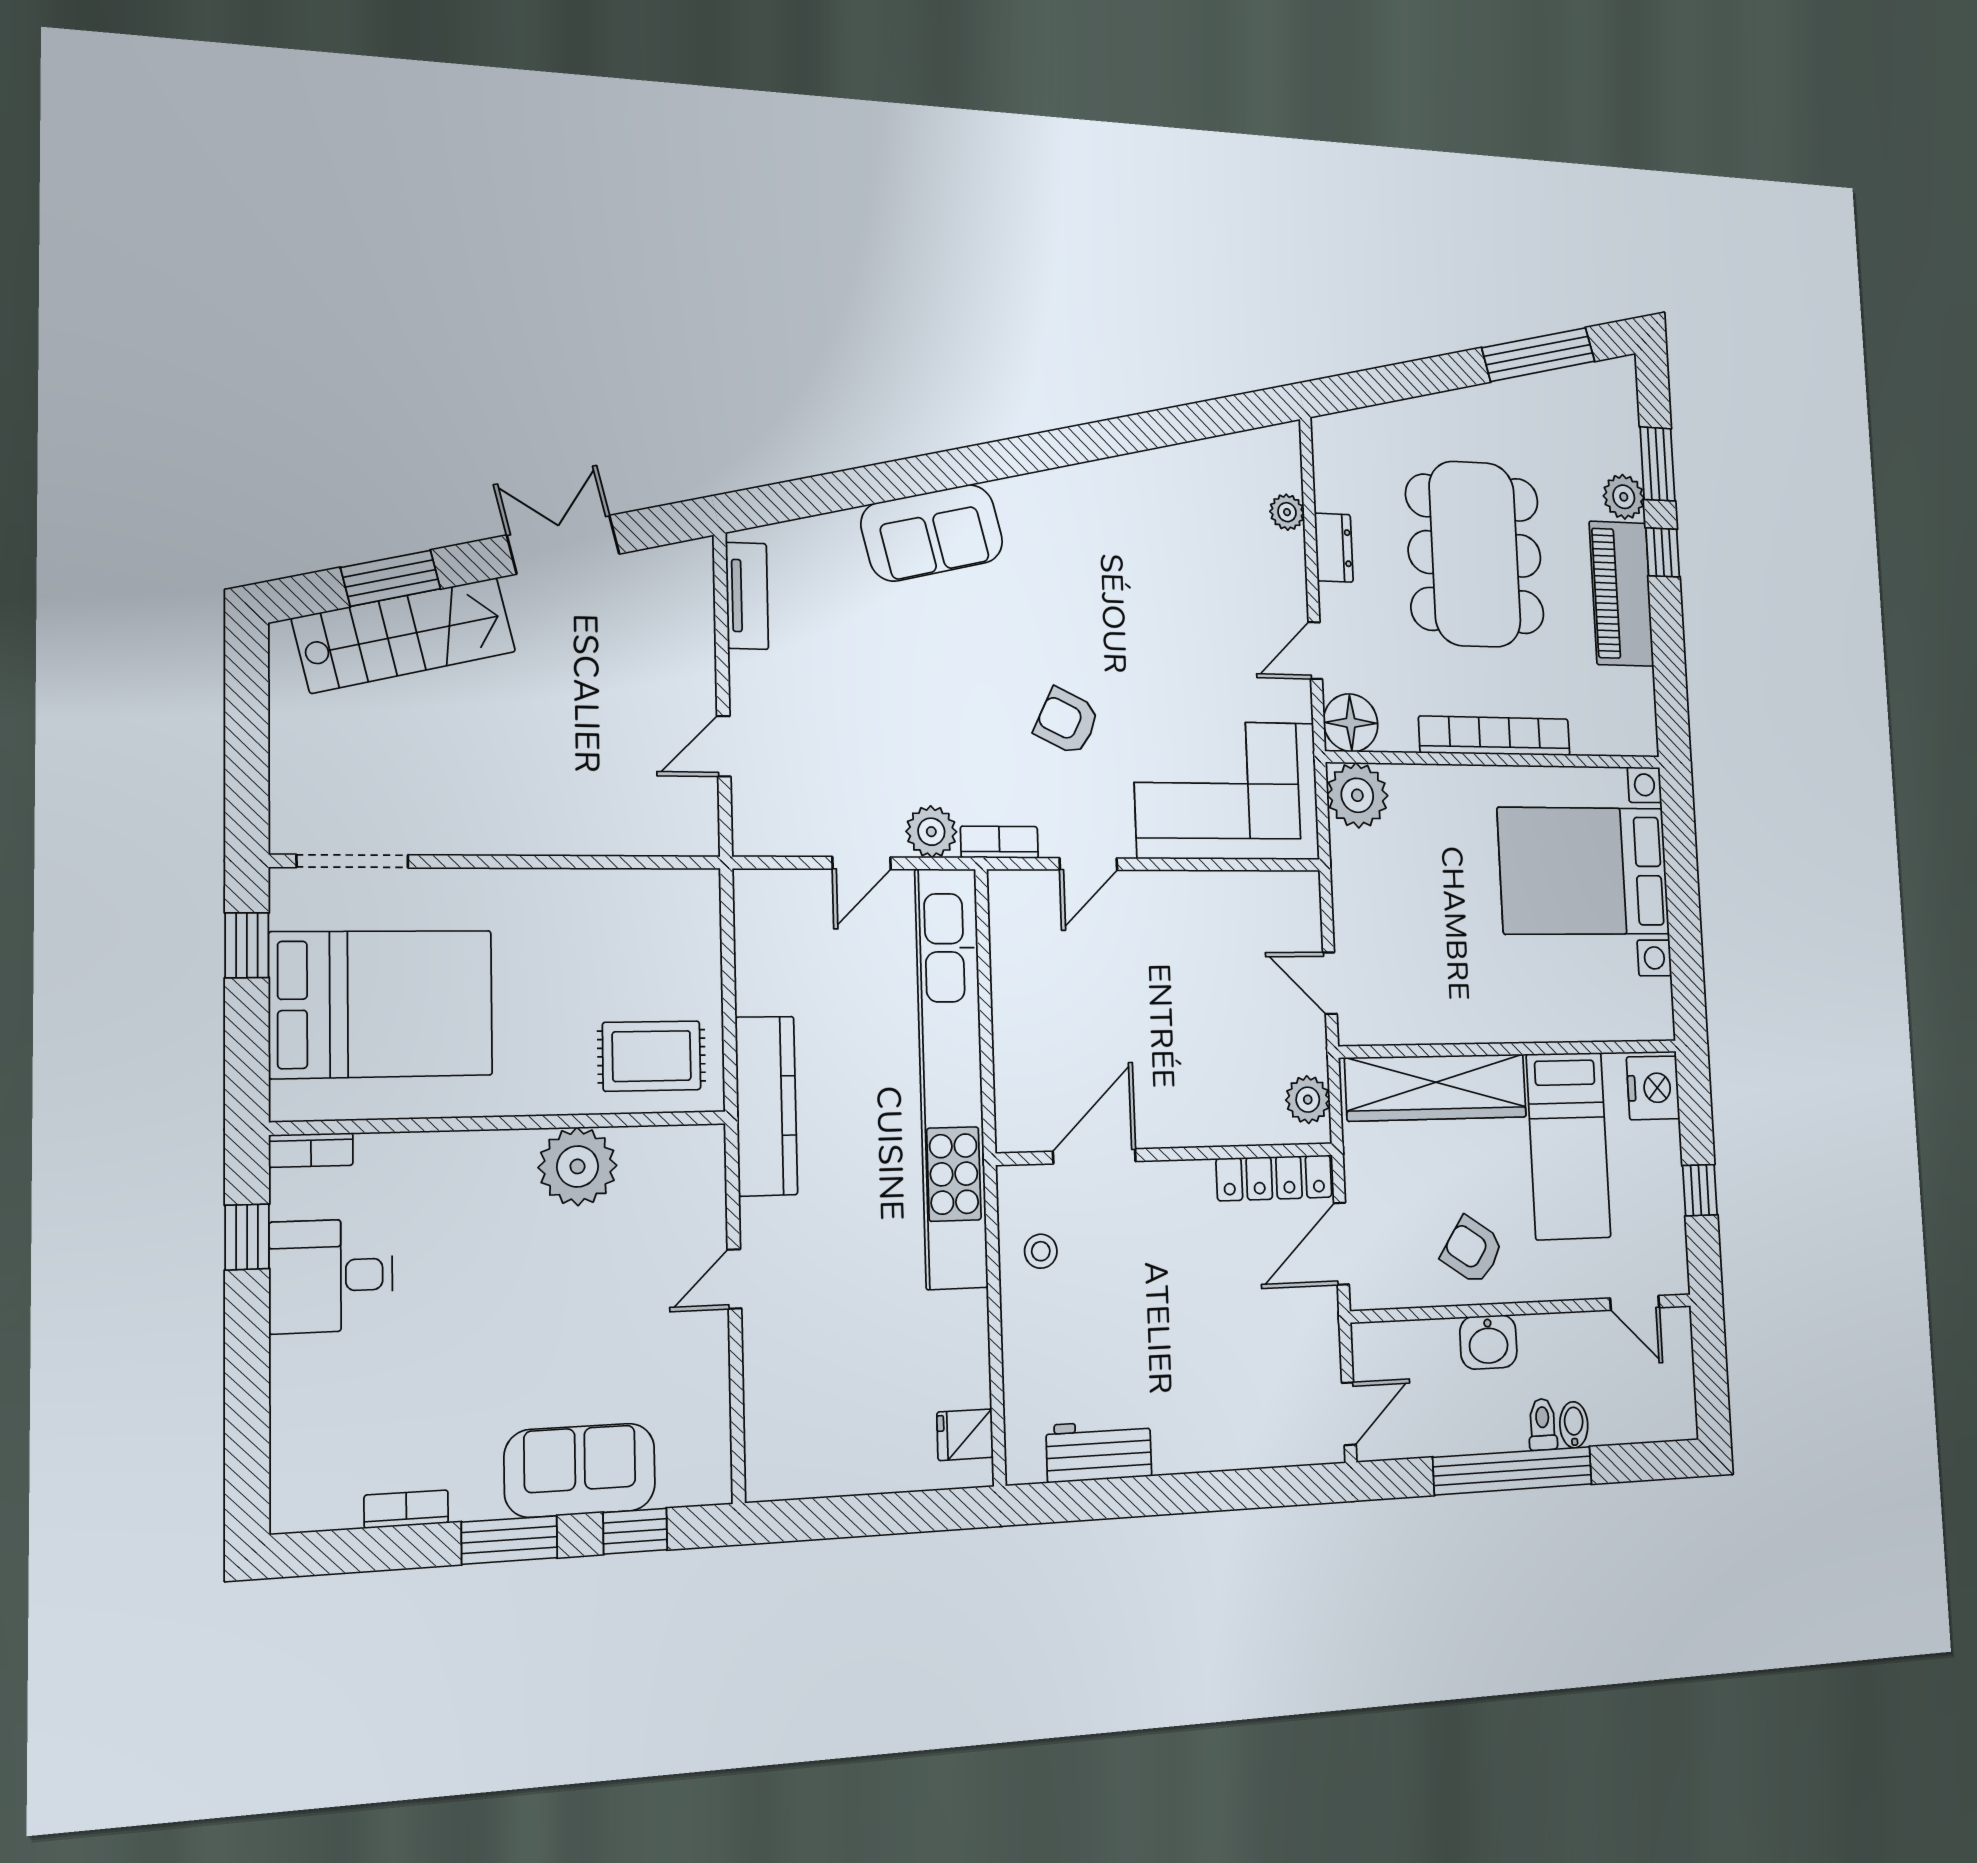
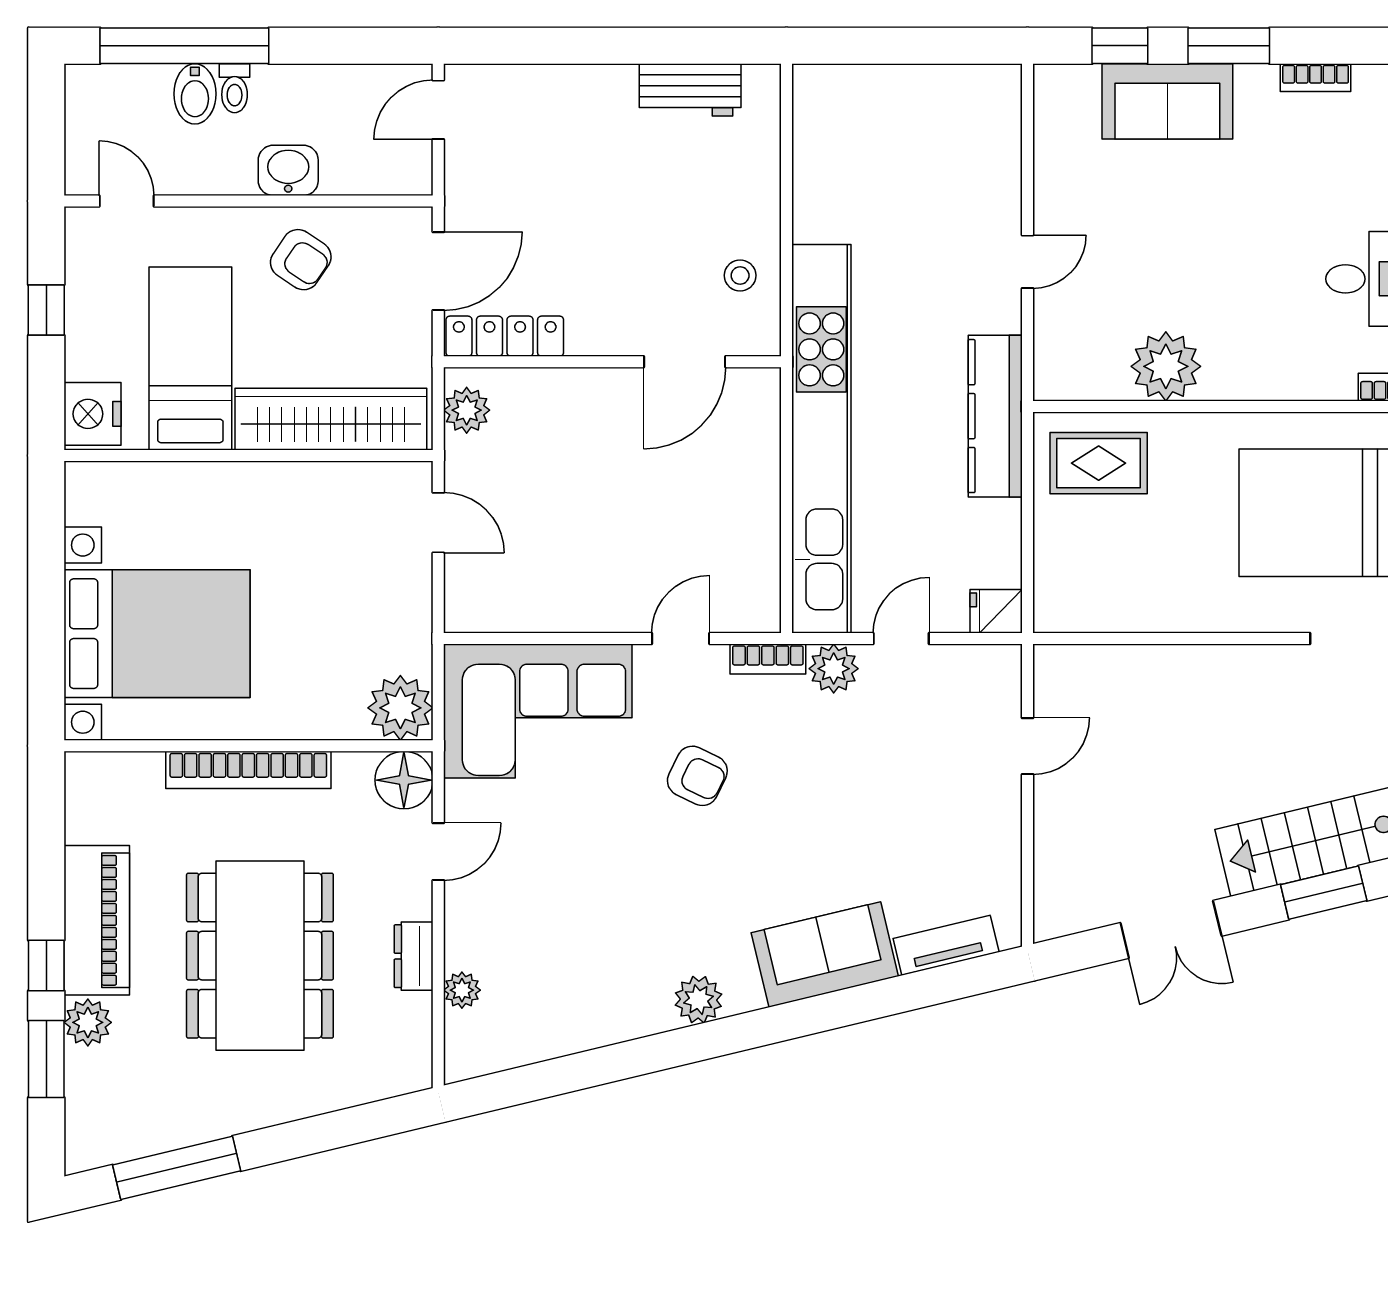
plant: (1058, 492) -> (698, 1000), added
tv unit: (747, 596) -> (946, 945), moved, turned 77
bidet: (1574, 1425) -> (195, 94), width x1.38, depth x1.36
fridge: (965, 1435) -> (996, 611), moved, turned 180
window: (1513, 1471) -> (184, 46), moved

